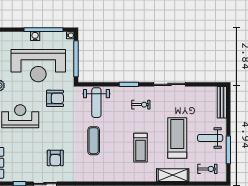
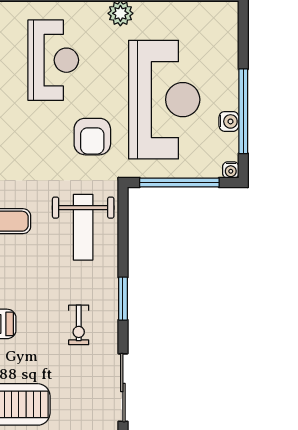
water cooler: (35, 36) -> (229, 121), moved
reception desk: (38, 66) -> (164, 100), turned 180
weight bench: (96, 103) -> (83, 227), turned -90

